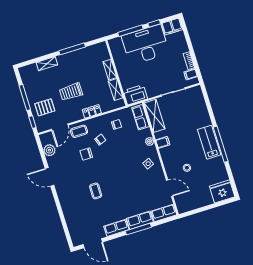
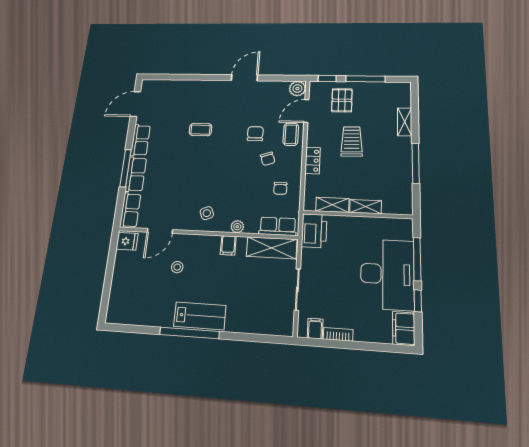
door: (60, 127) -> (306, 111), hinge flipped
plant: (49, 150) -> (297, 89), moved
fridge: (222, 191) -> (127, 241), moved, width x0.53, depth x0.75

